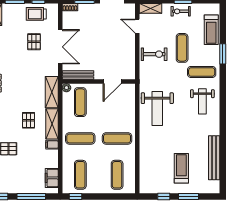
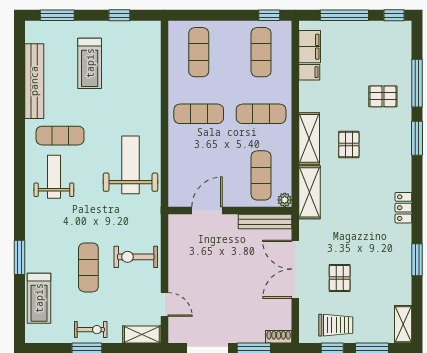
treadmill: (211, 30) -> (39, 298), turned 180
exercise mat: (202, 72) -> (60, 136), moved
filing cabinet: (52, 145) -> (309, 72), moved
window: (189, 196) -> (57, 15), moved

